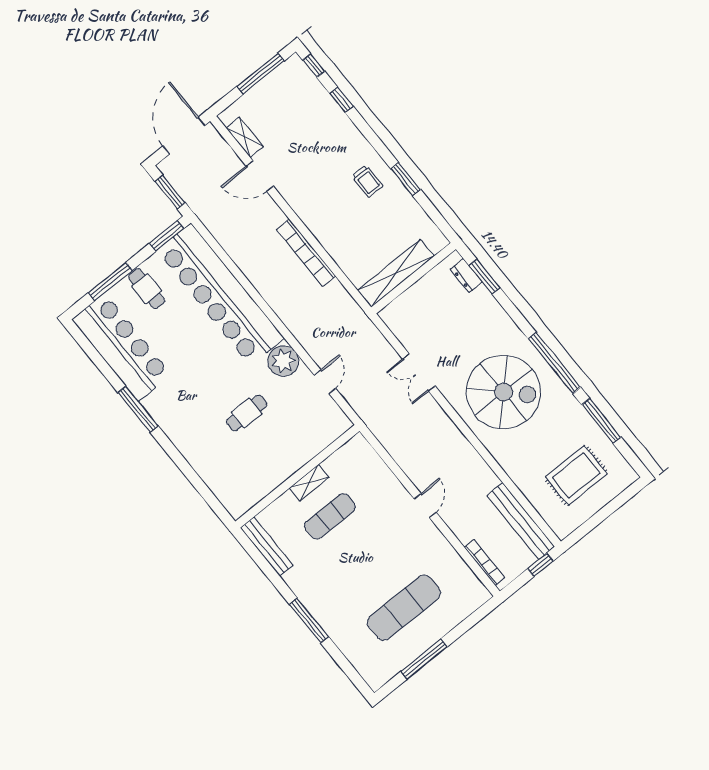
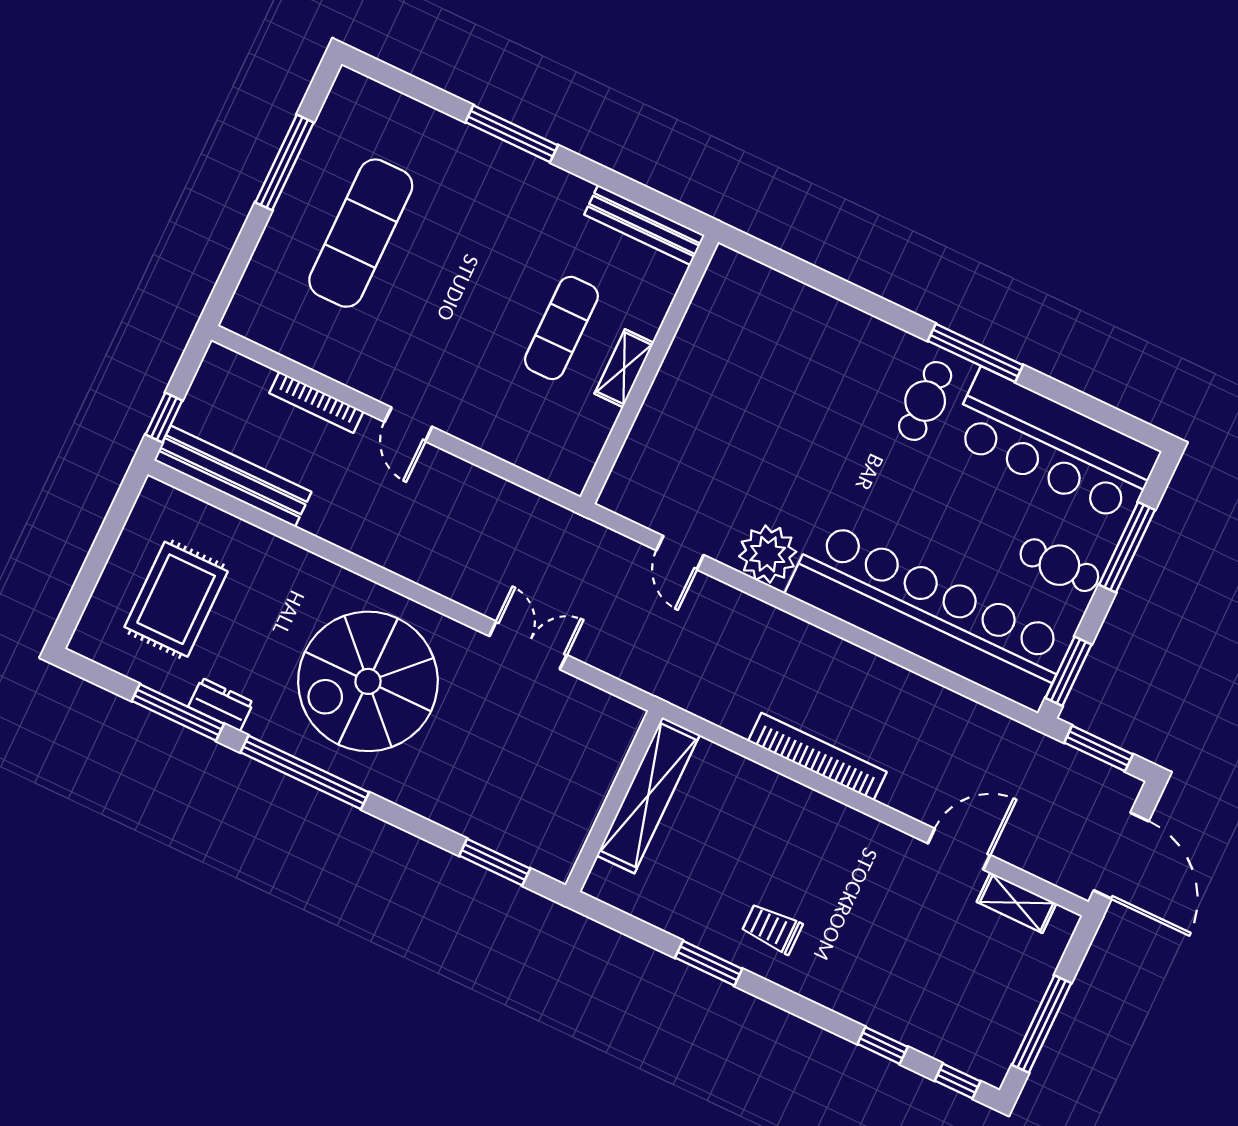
dresser: (466, 276) -> (221, 705), moved
cafe table: (247, 413) -> (925, 401), moved
bookcase: (484, 562) -> (316, 402), moved

